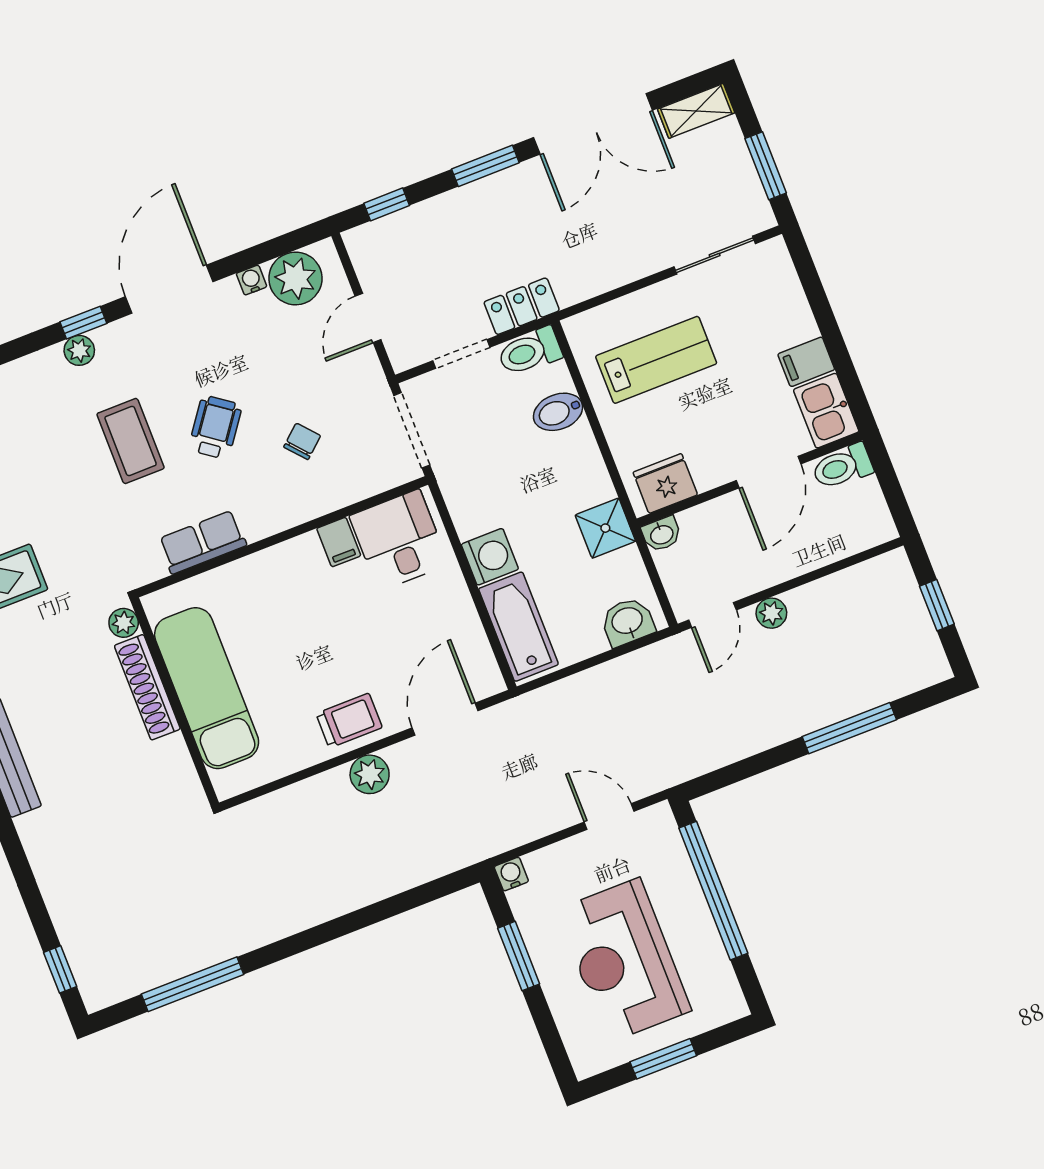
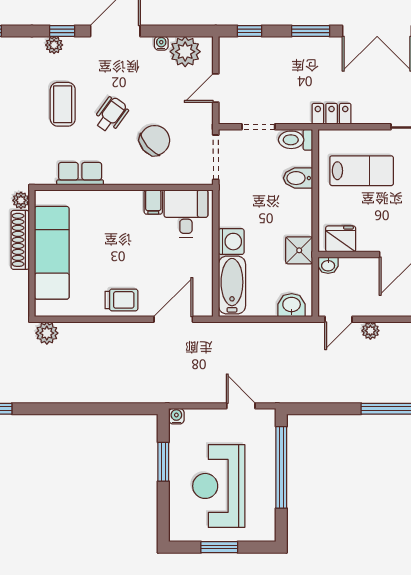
locker: (522, 306) -> (332, 114), moved
chair: (302, 441) -> (155, 140), width x1.87, depth x1.87
plant: (370, 774) -> (47, 333), moved

